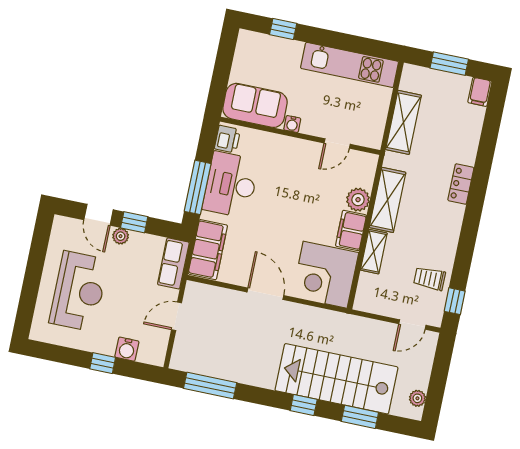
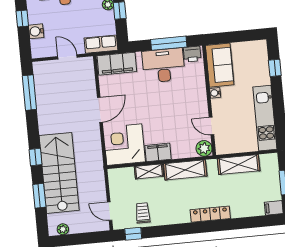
locker: (461, 184) -> (210, 214), width x1.53
window: (198, 187) -> (169, 43), moved
plant: (358, 200) -> (204, 148), moved

